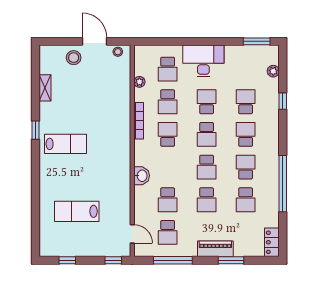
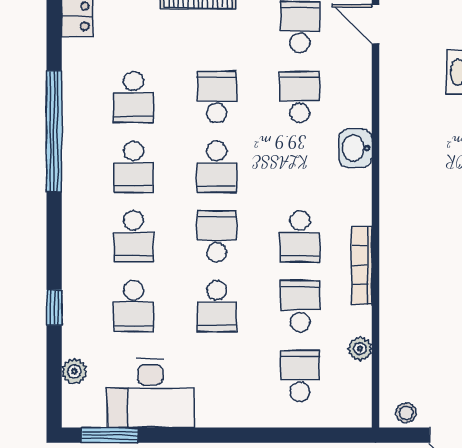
desk: (203, 61) -> (150, 393), moved
school desk: (207, 167) -> (217, 167), turned 180
school desk: (246, 200) -> (133, 97), turned 180

